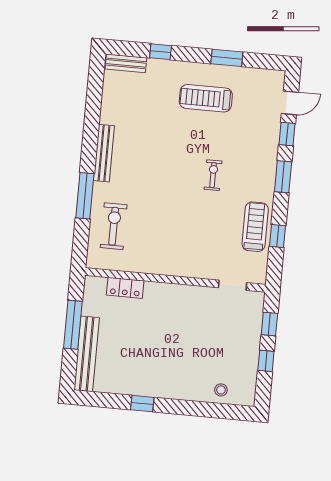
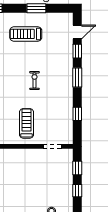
treadmill: (255, 227) -> (26, 123), moved

